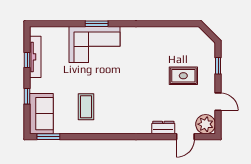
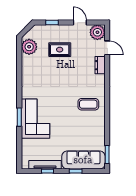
plant: (187, 36) -> (29, 47), added
rug: (183, 76) -> (60, 50), turned 90
door: (218, 102) -> (80, 23), hinge flipped
coffee table: (86, 107) -> (88, 104), moved
sofa: (41, 114) -> (83, 160), width x1.36

